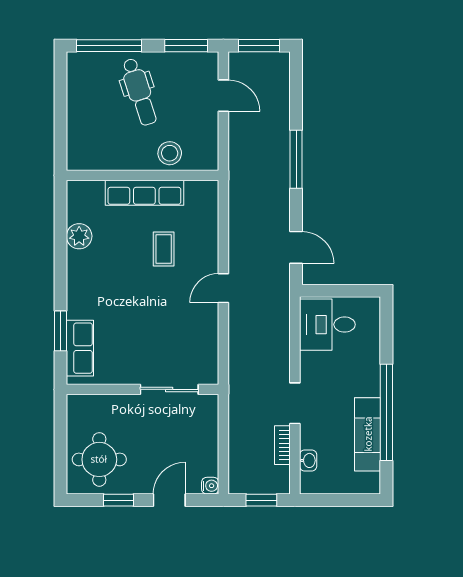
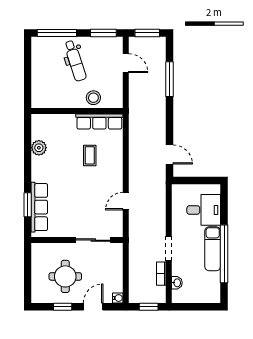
window: (296, 159) -> (170, 79), moved
row of seats: (144, 193) -> (99, 122), moved
door: (223, 288) -> (126, 201), moved
desk: (327, 325) -> (204, 210), moved, turned 180
row of seats: (80, 348) -> (39, 207), width x1.48
exam couch: (368, 434) -> (213, 249), moved
round table: (99, 459) -> (65, 276), moved

